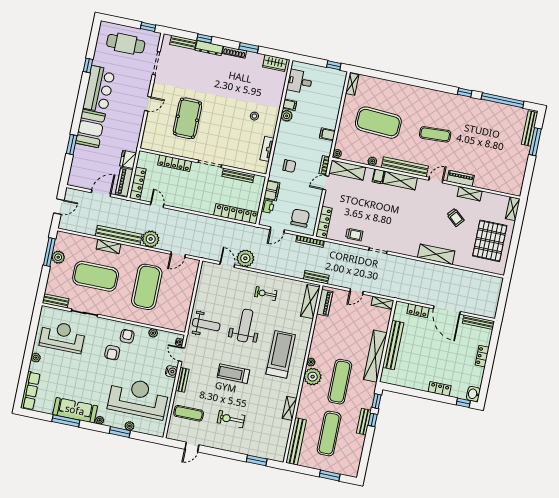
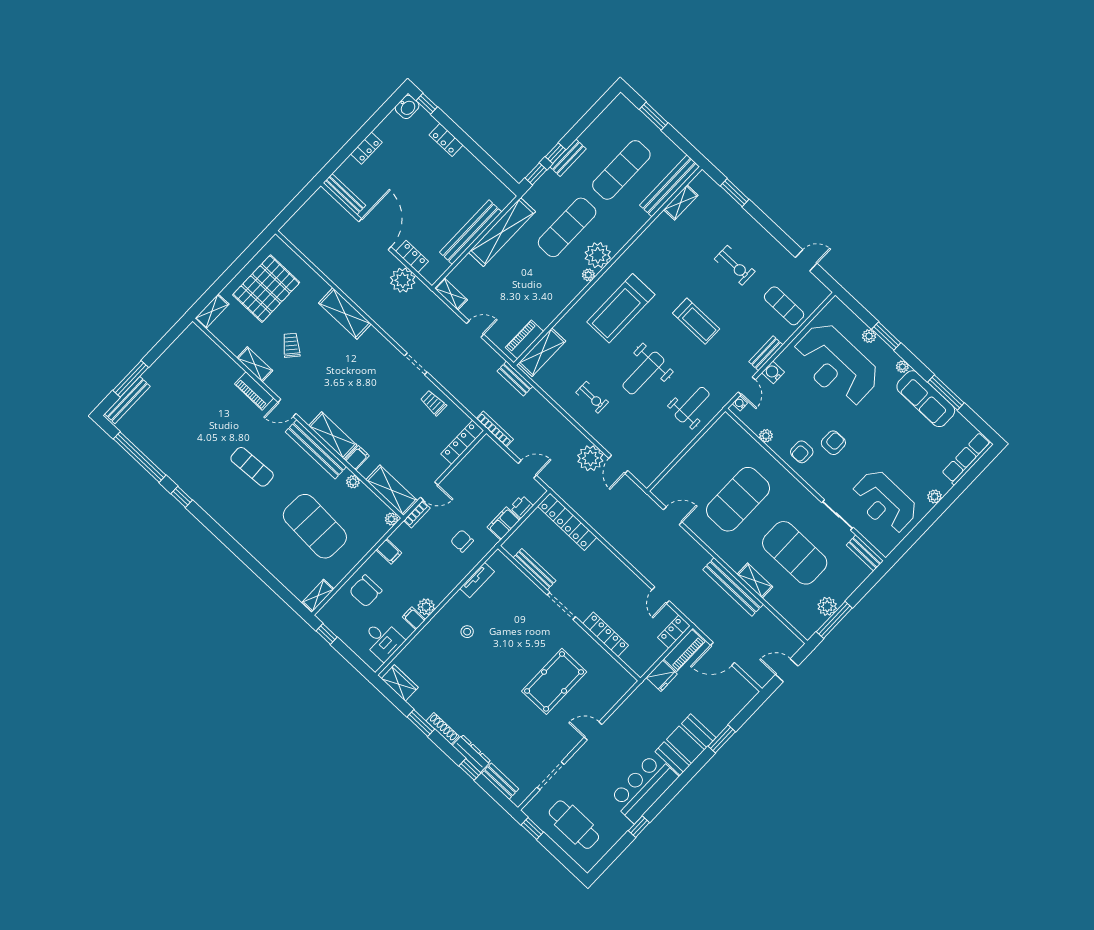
locker: (138, 184) -> (674, 632), width x0.66
chair: (300, 218) -> (366, 591), moved
plant: (151, 239) -> (403, 280), moved
weight bench: (206, 325) -> (692, 405), turned 90
shelving: (290, 408) -> (681, 202), moved

